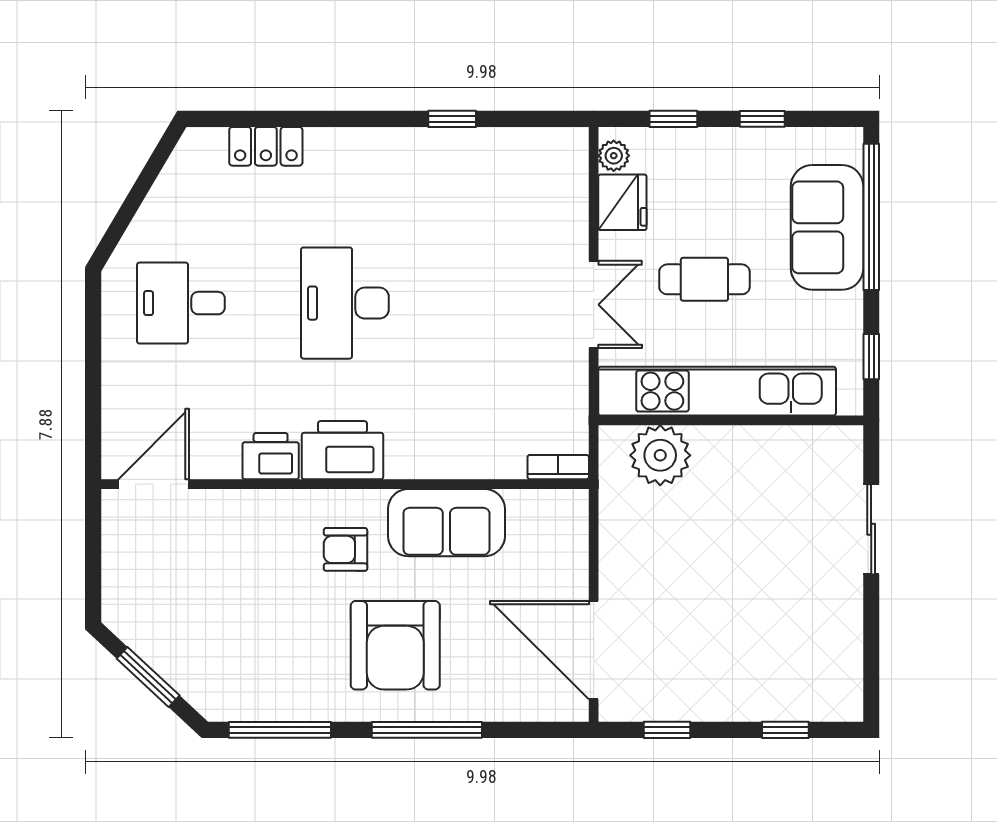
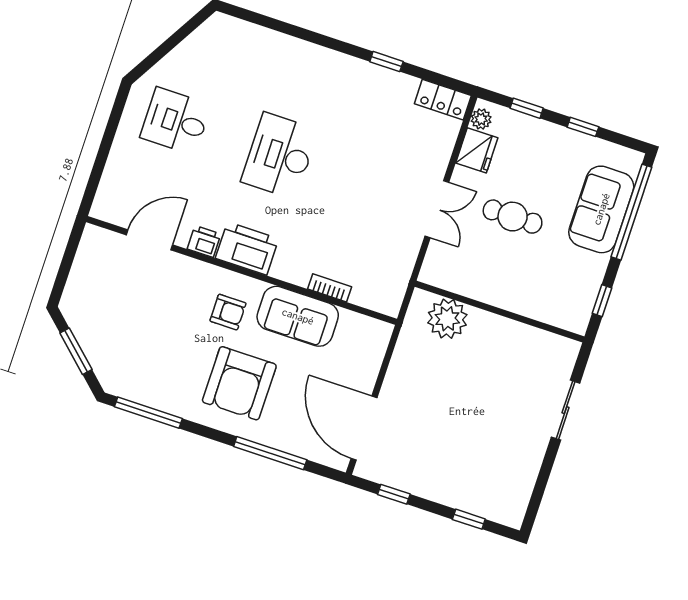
locker: (266, 146) -> (443, 100), moved
kitchen unit: (717, 391) -> (497, 290), removed
printer: (271, 456) -> (204, 241), width x0.73, depth x0.81
bookcase: (558, 467) -> (330, 288), moved
door: (154, 484) -> (149, 240), moved
armchair: (345, 549) -> (228, 312), turned 180
window: (427, 730) -> (270, 453), moved

